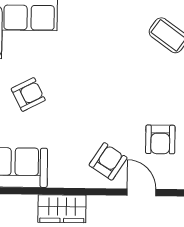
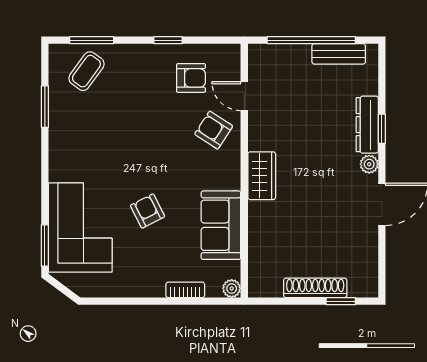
door: (142, 192) -> (244, 96), hinge flipped

